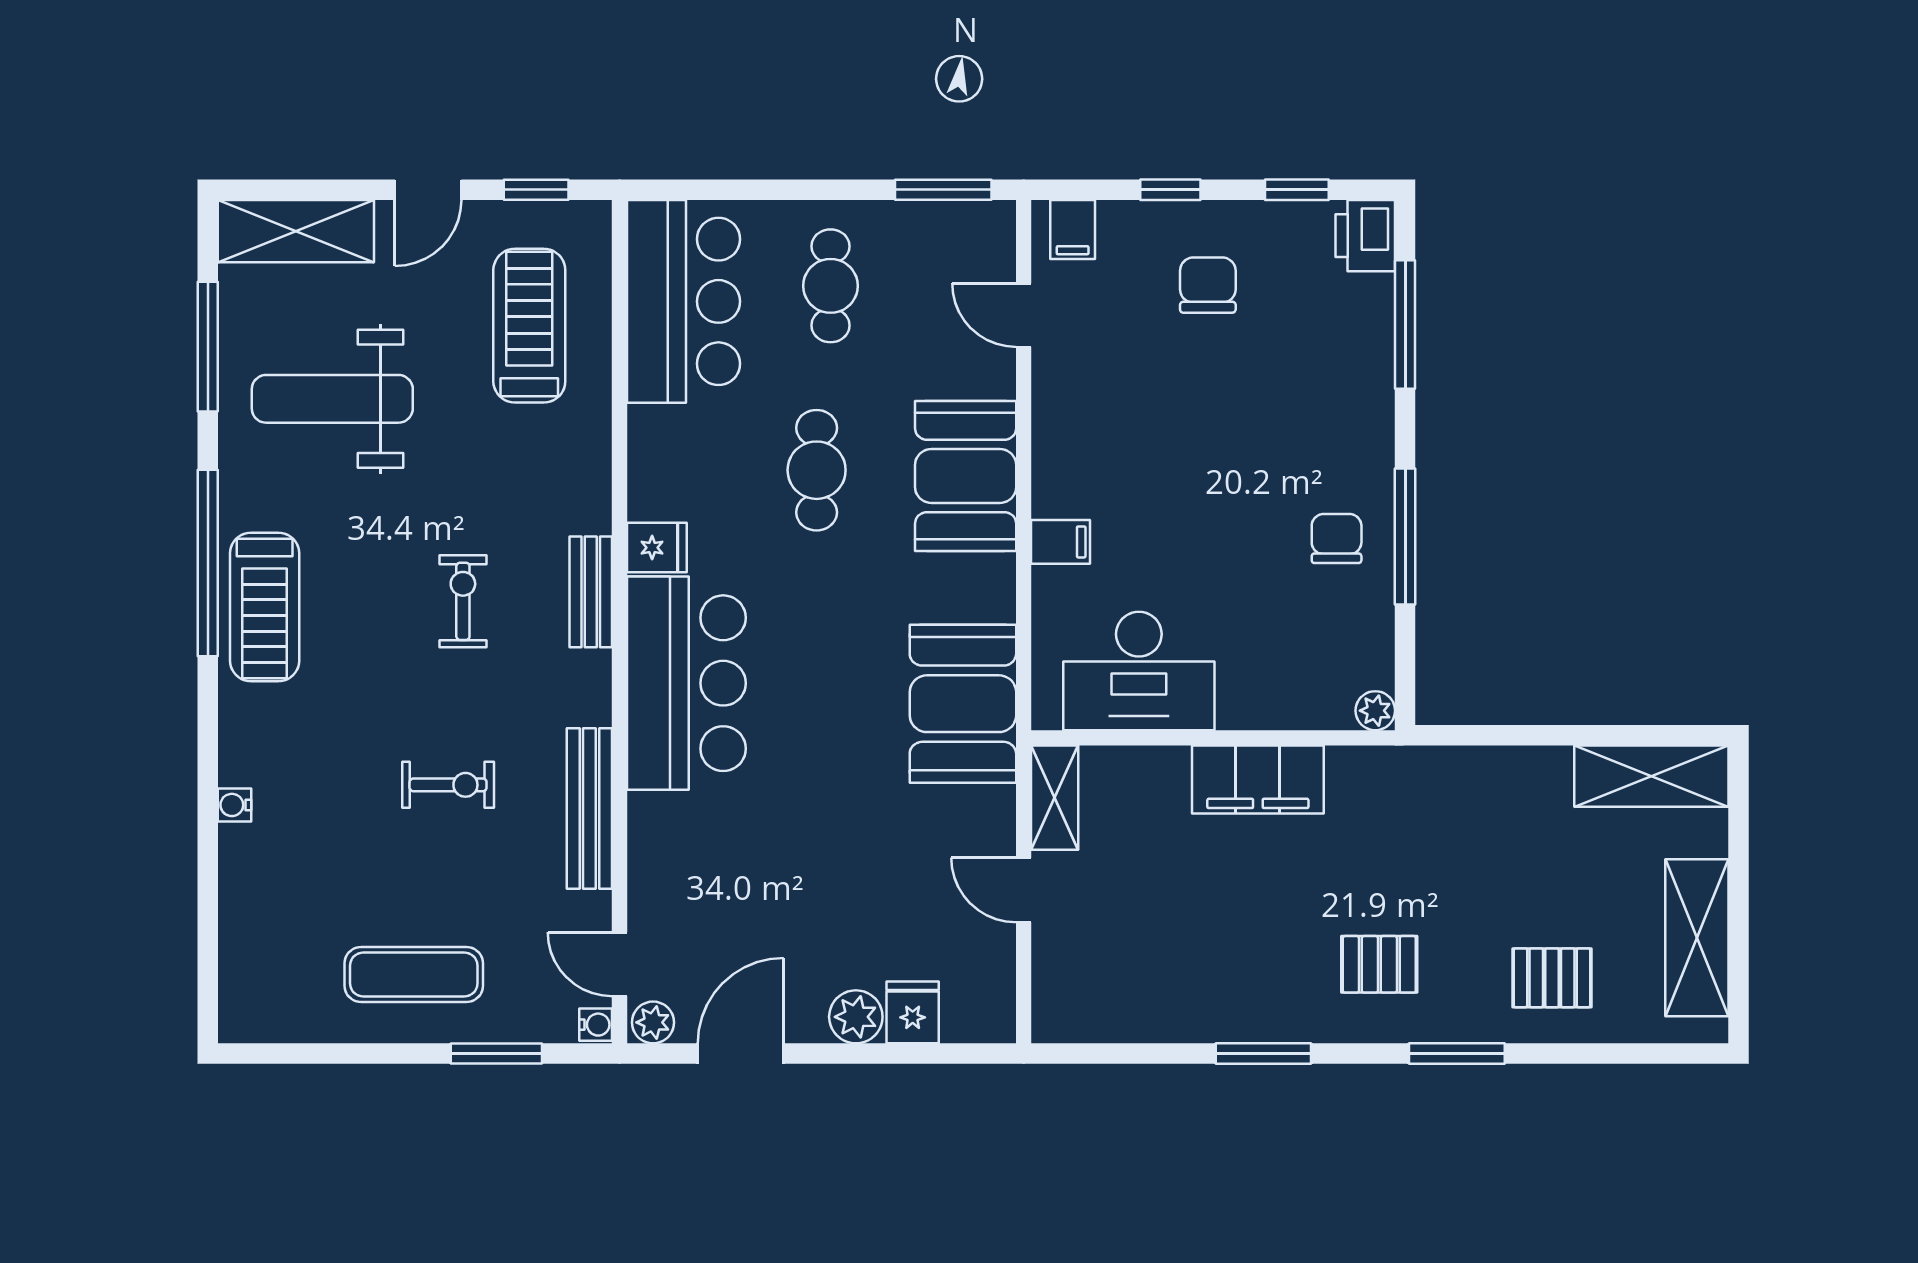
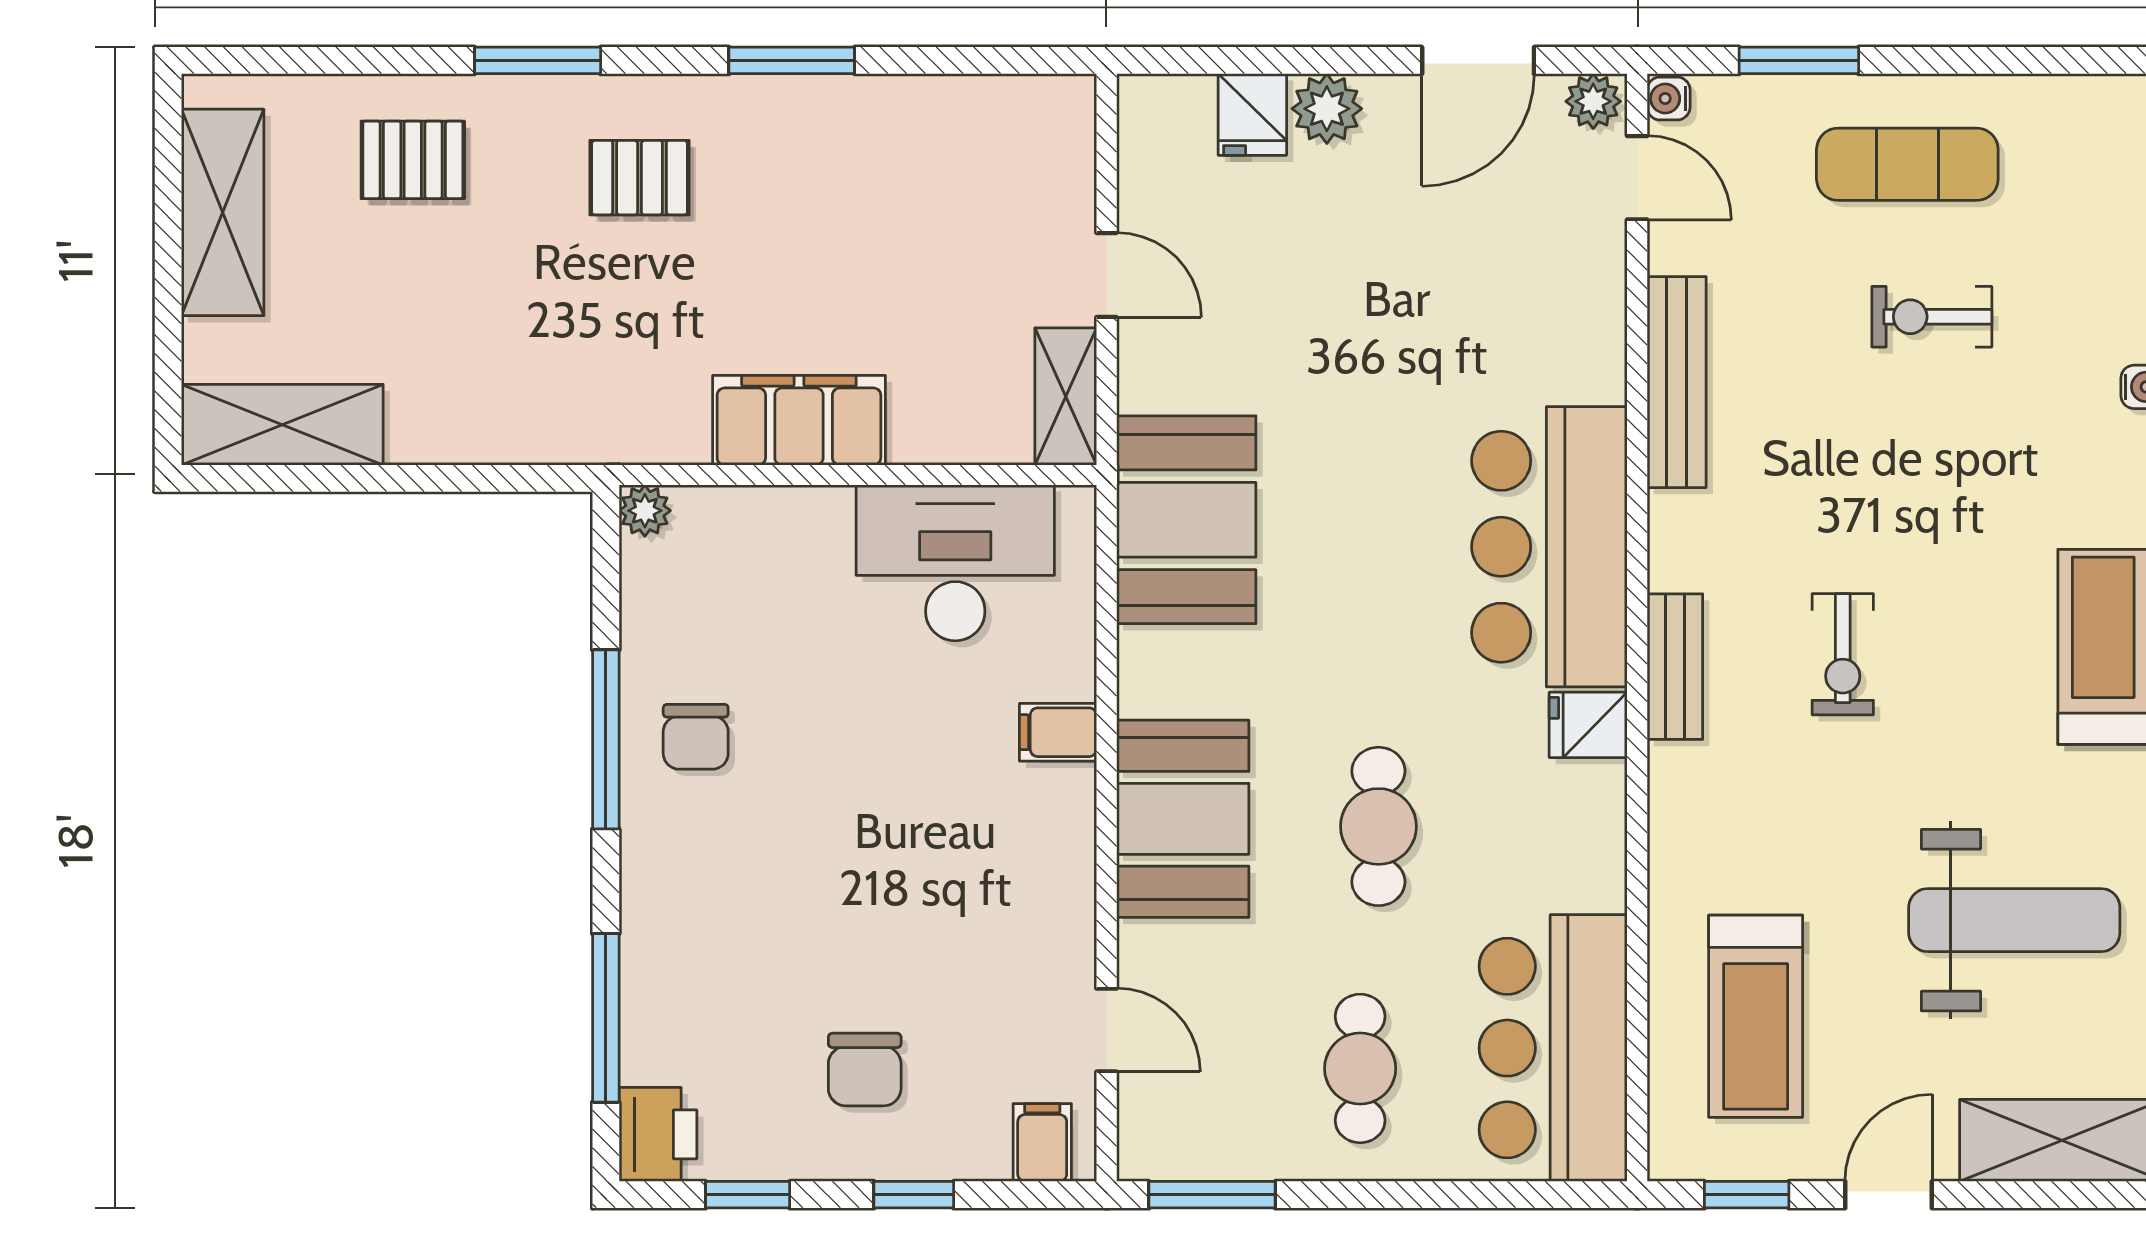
exercise bike: (448, 785) -> (1932, 317), moved

